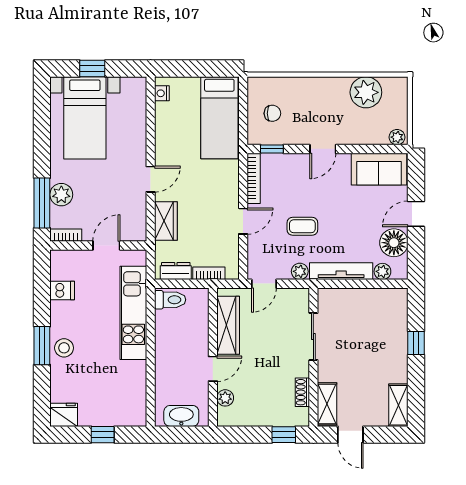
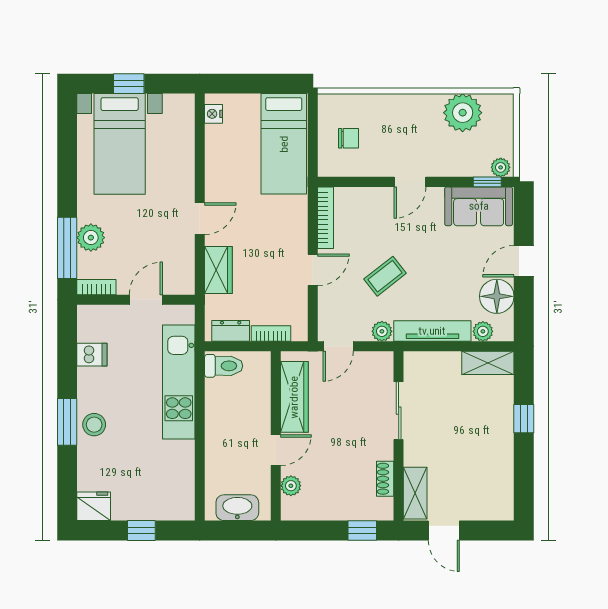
window: (272, 149) -> (487, 182), moved
coffee table: (302, 226) -> (385, 276), turned -38
shelving: (398, 405) -> (488, 363), moved, turned 90

